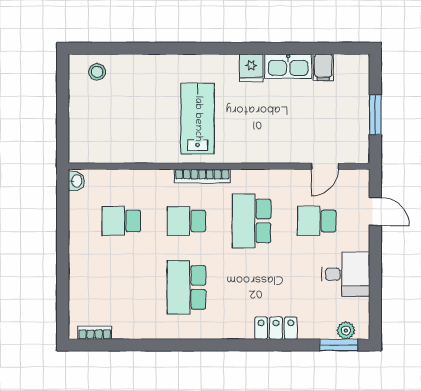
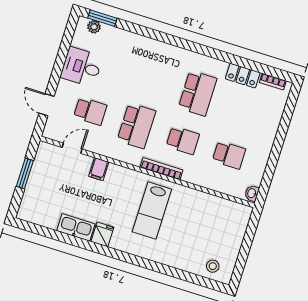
filing cabinet: (323, 67) -> (99, 169), moved, turned 180
locker: (276, 328) -> (243, 76), moved

